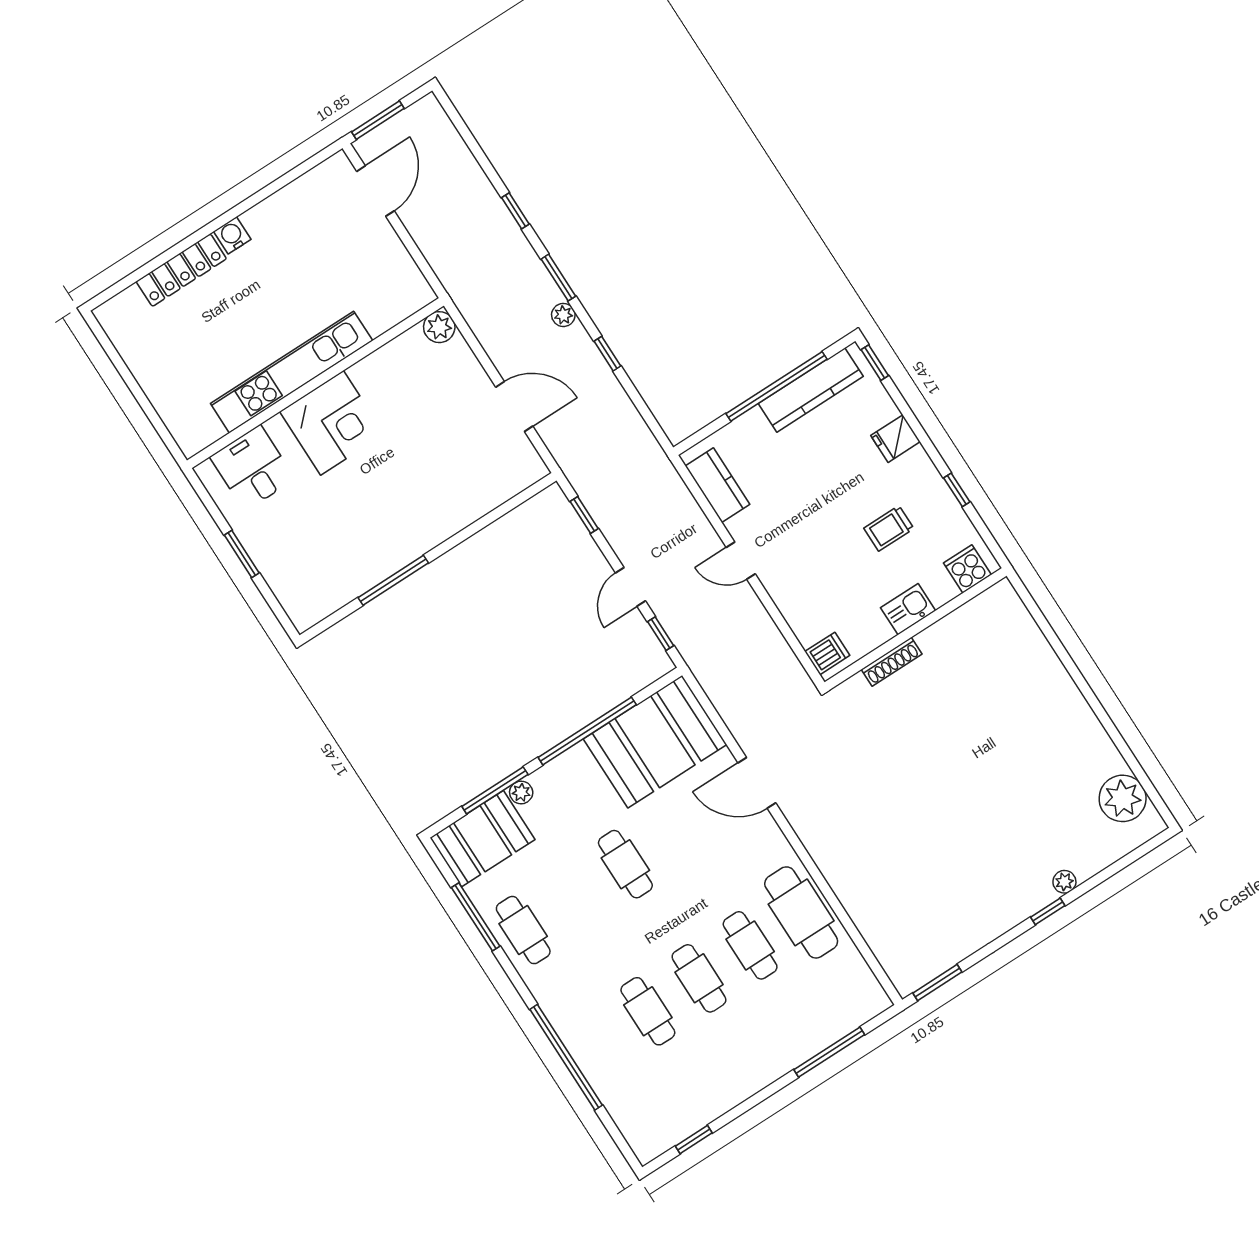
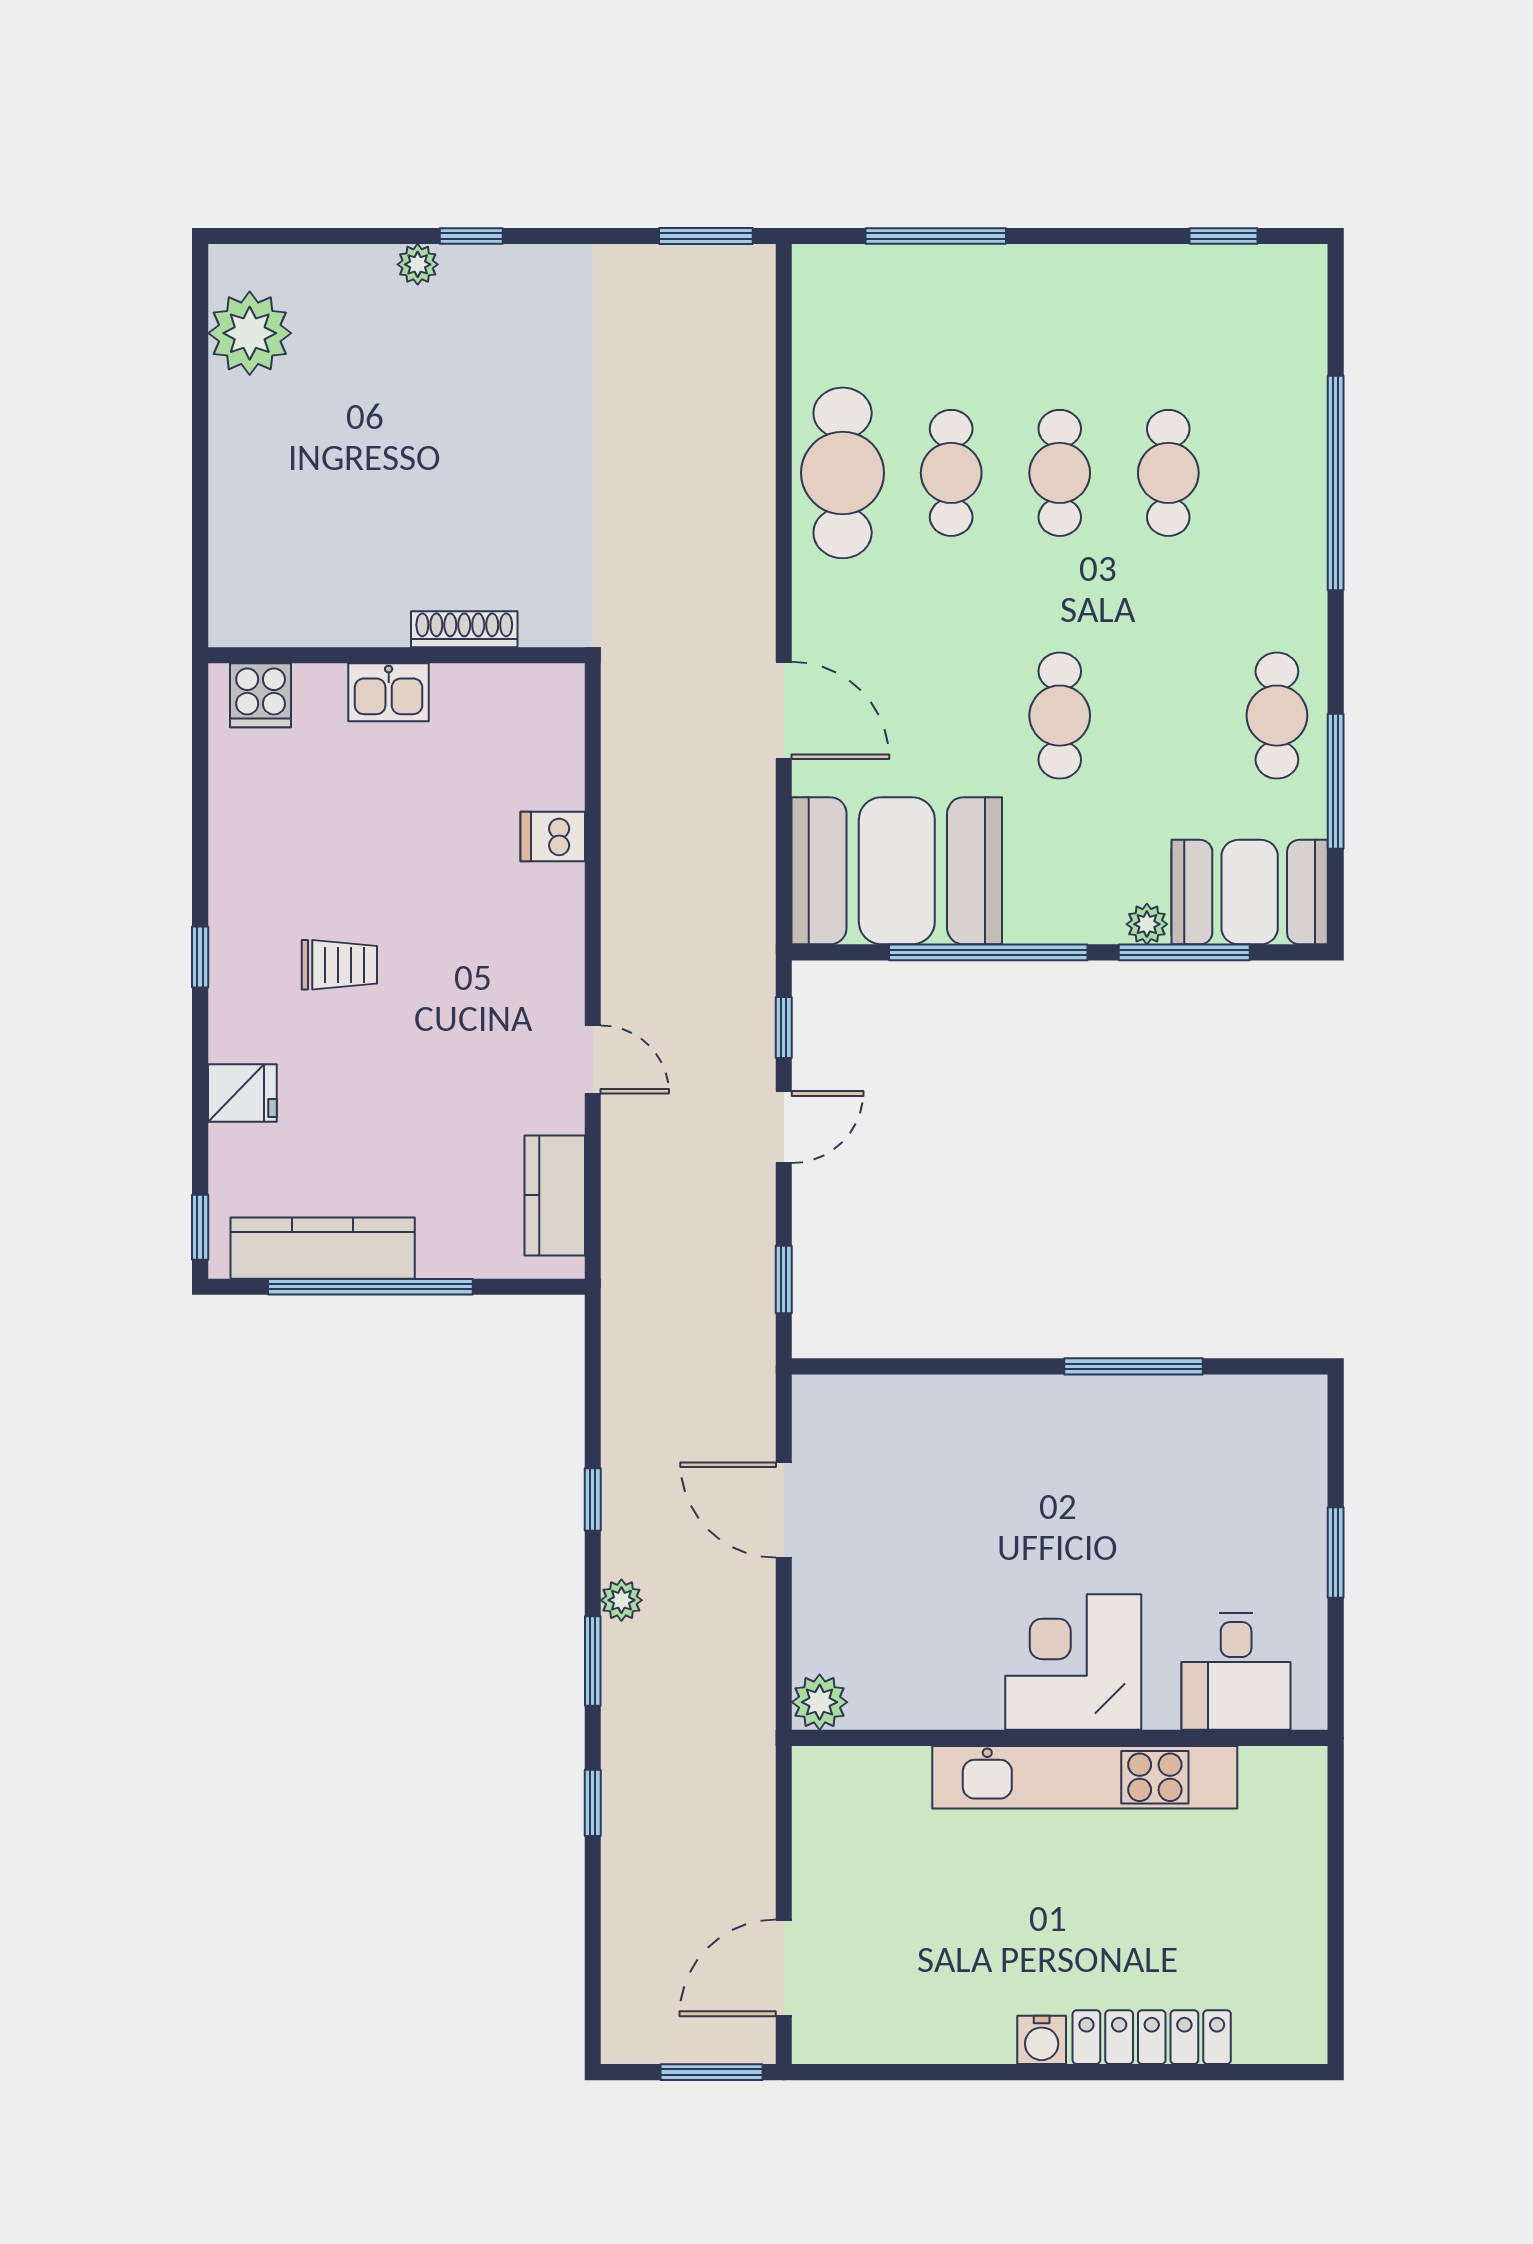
cooker: (967, 569) -> (261, 695), moved
kitchen sink: (908, 609) -> (389, 692), moved
wall: (916, 629) -> (396, 655), moved
shoe rack: (892, 662) -> (464, 629), moved

